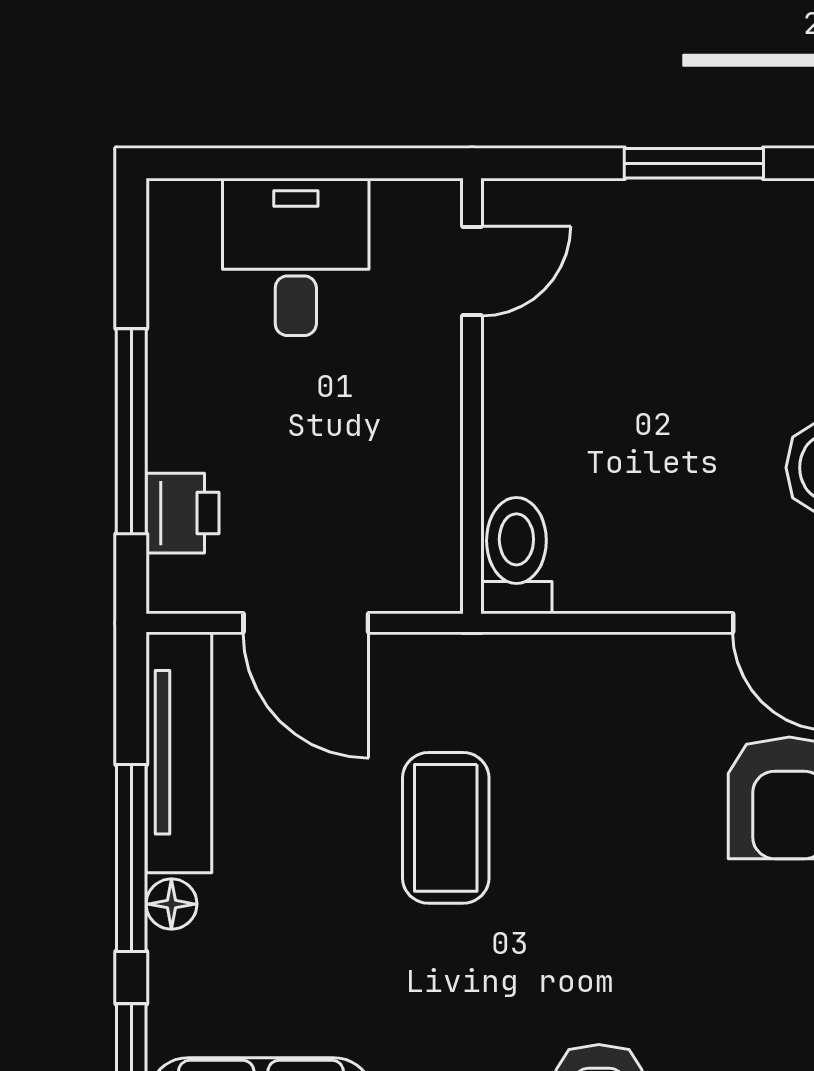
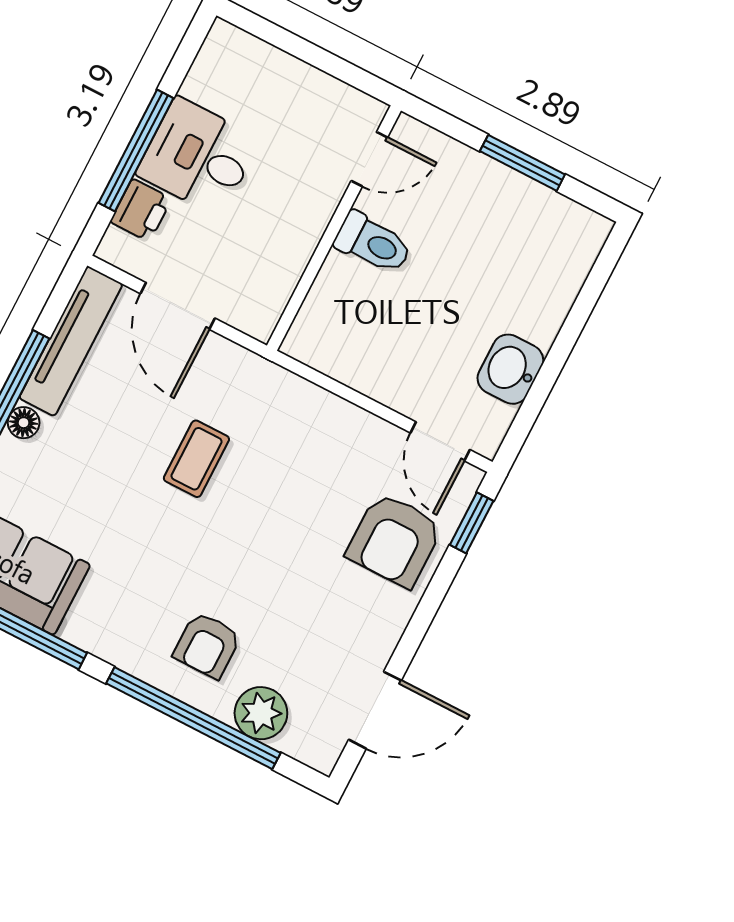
desk: (296, 257) -> (198, 157), moved, turned -90
toilet: (516, 556) -> (373, 243), moved, turned 90
coffee table: (446, 828) -> (196, 459), width x0.73, depth x0.77

